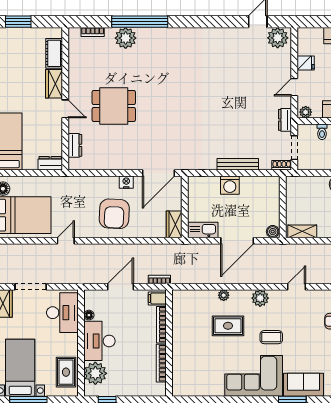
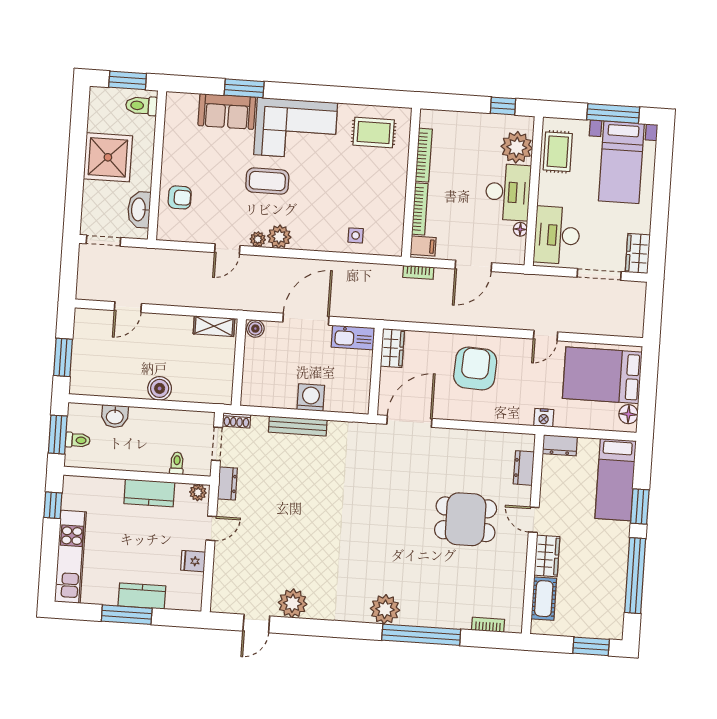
plant: (126, 38) -> (385, 609), moved
plant: (278, 38) -> (293, 603), moved
nightstand: (126, 182) -> (544, 418), moved
plant: (224, 295) -> (258, 239), moved
side table: (206, 303) -> (356, 235), added
rug: (228, 326) -> (374, 132), moved
coffee table: (271, 337) -> (267, 181), width x1.36, depth x1.30

